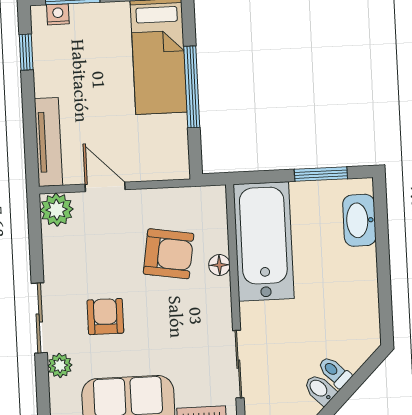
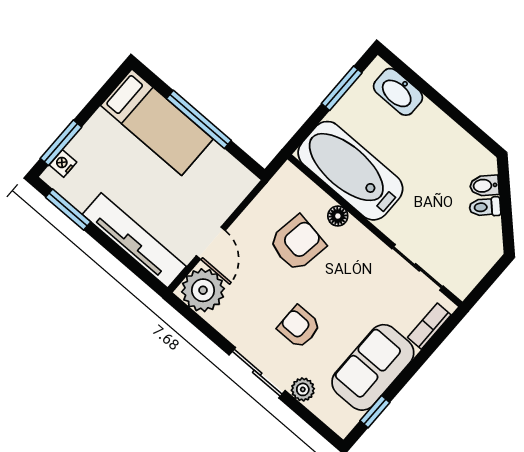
window: (26, 52) -> (68, 210), width x1.50
tv unit: (48, 142) -> (134, 240), width x1.36, depth x1.29
door: (105, 187) -> (211, 243), swing flipped
plant: (57, 210) -> (203, 290), width x1.36, depth x1.36
bidet: (320, 390) -> (484, 186), moved

